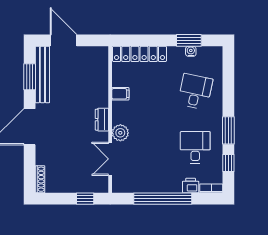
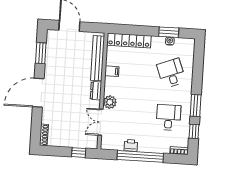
bench: (42, 74) -> (98, 58), moved
desk: (195, 92) -> (171, 73), turned -33
printer: (191, 186) -> (131, 145), moved

